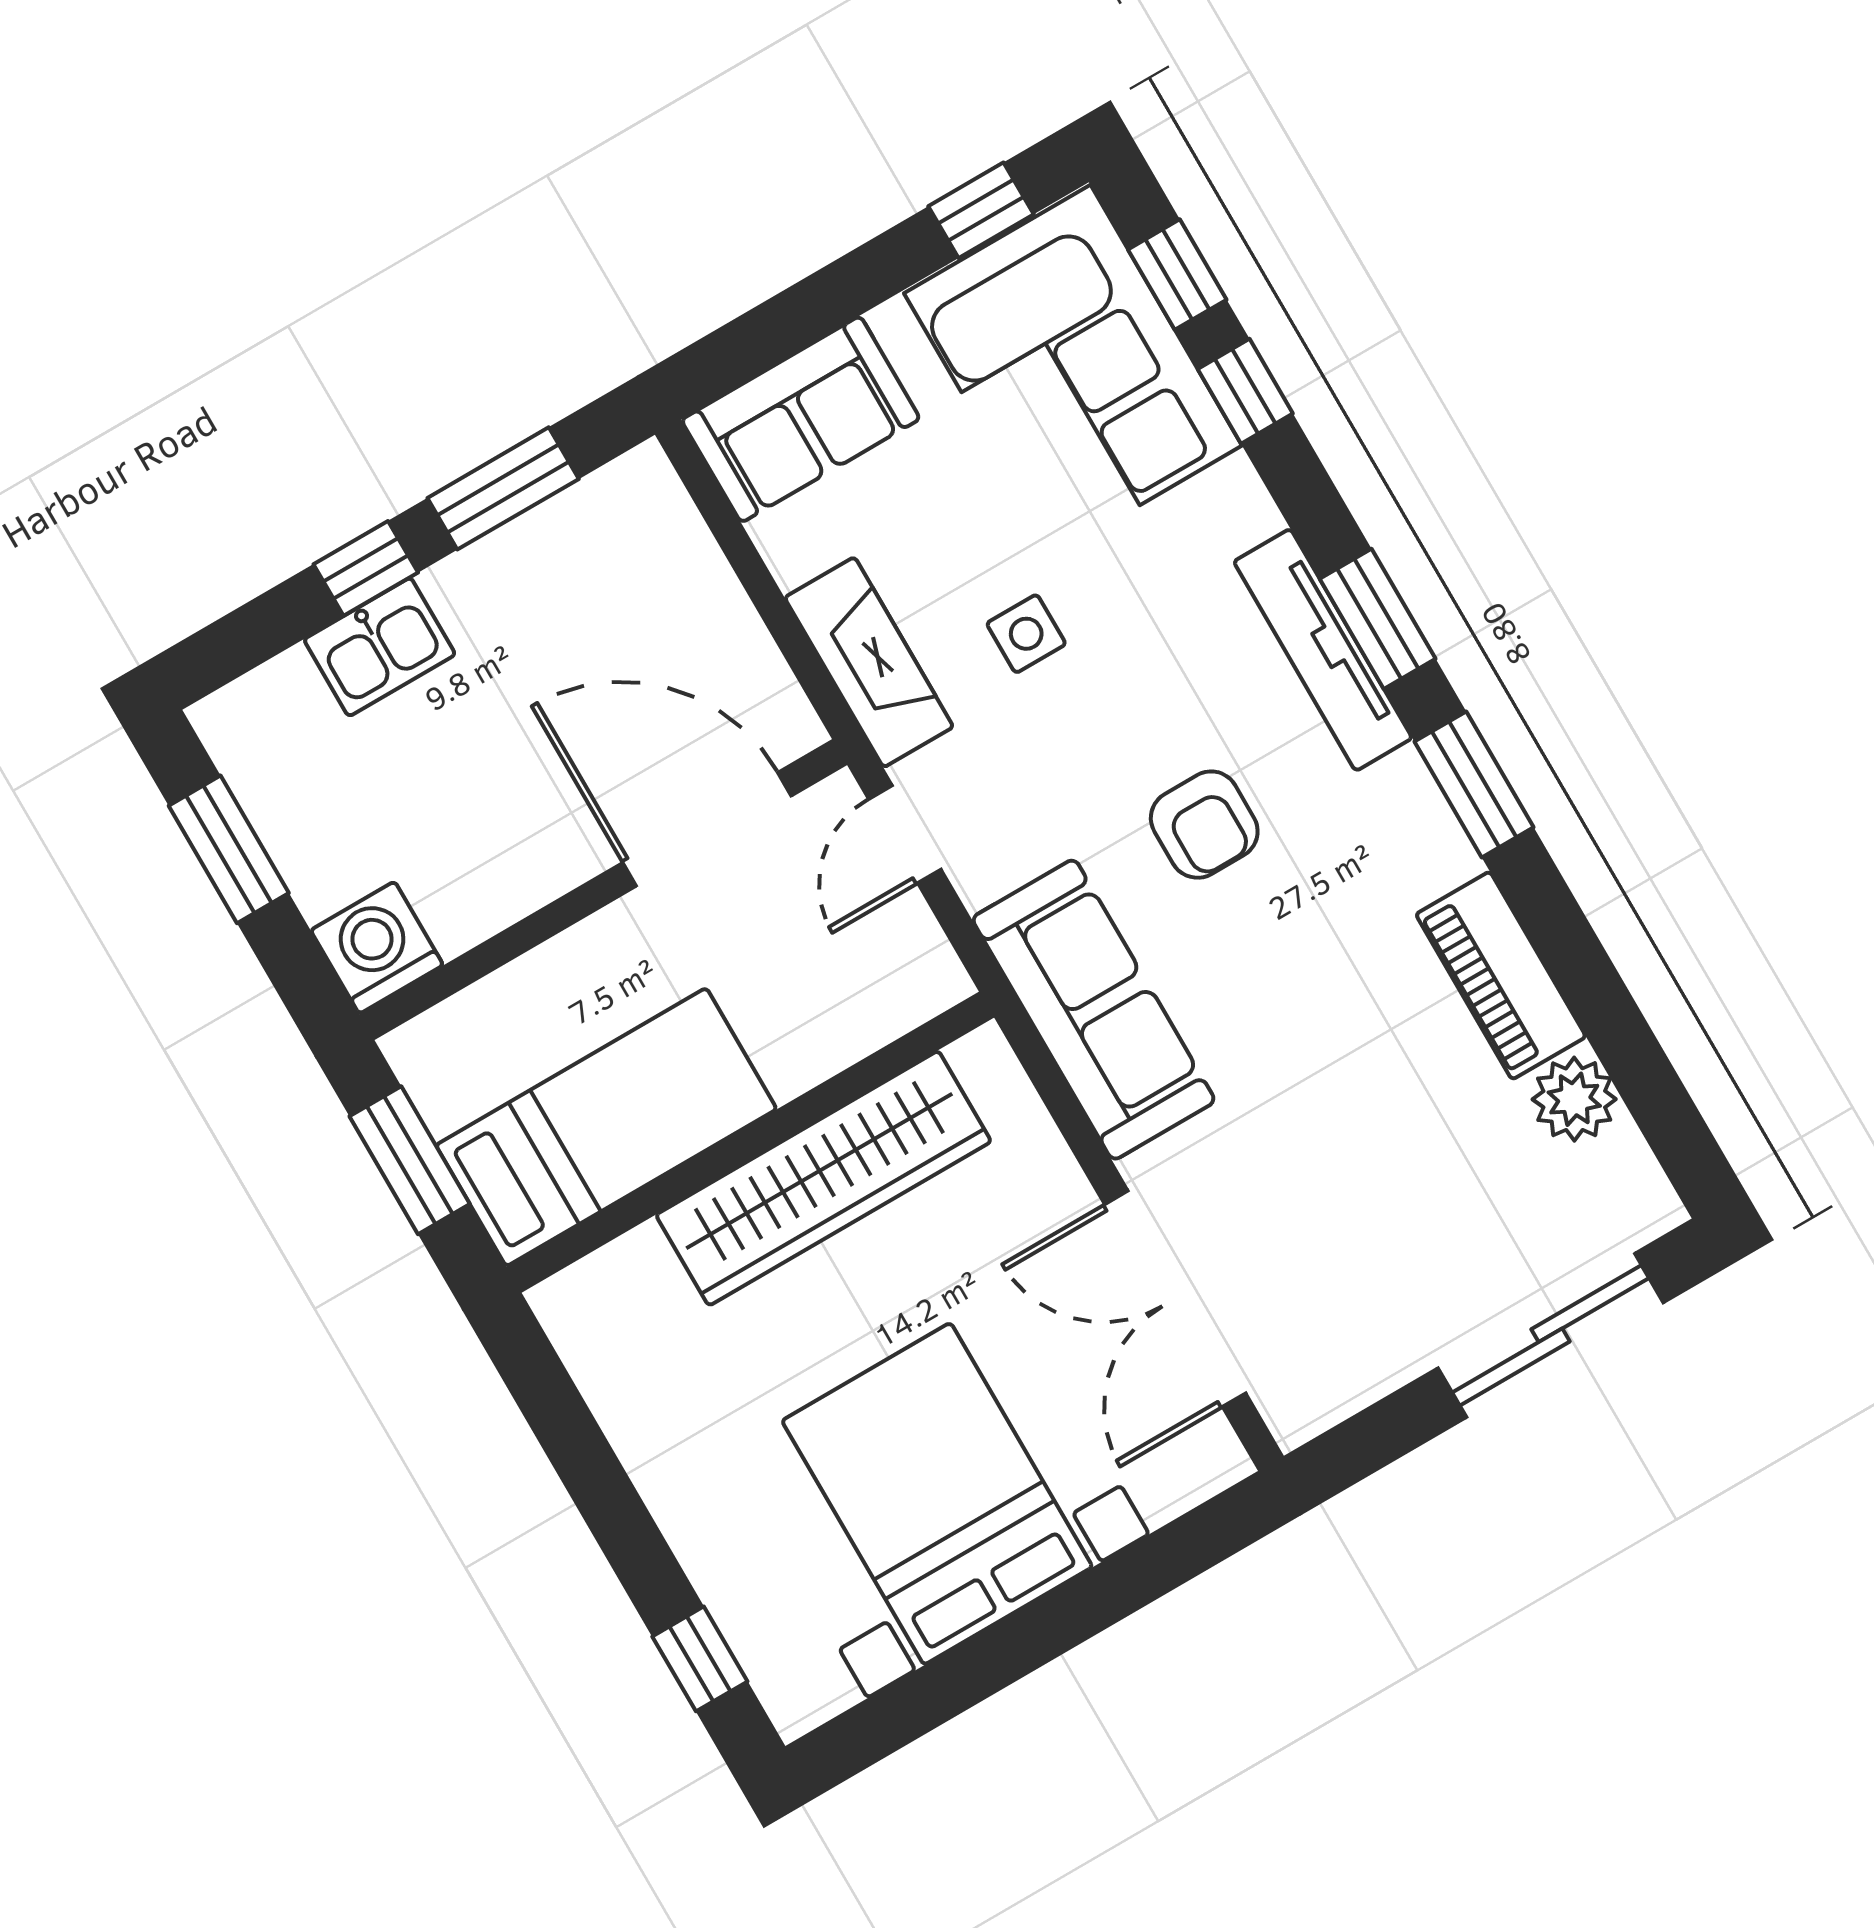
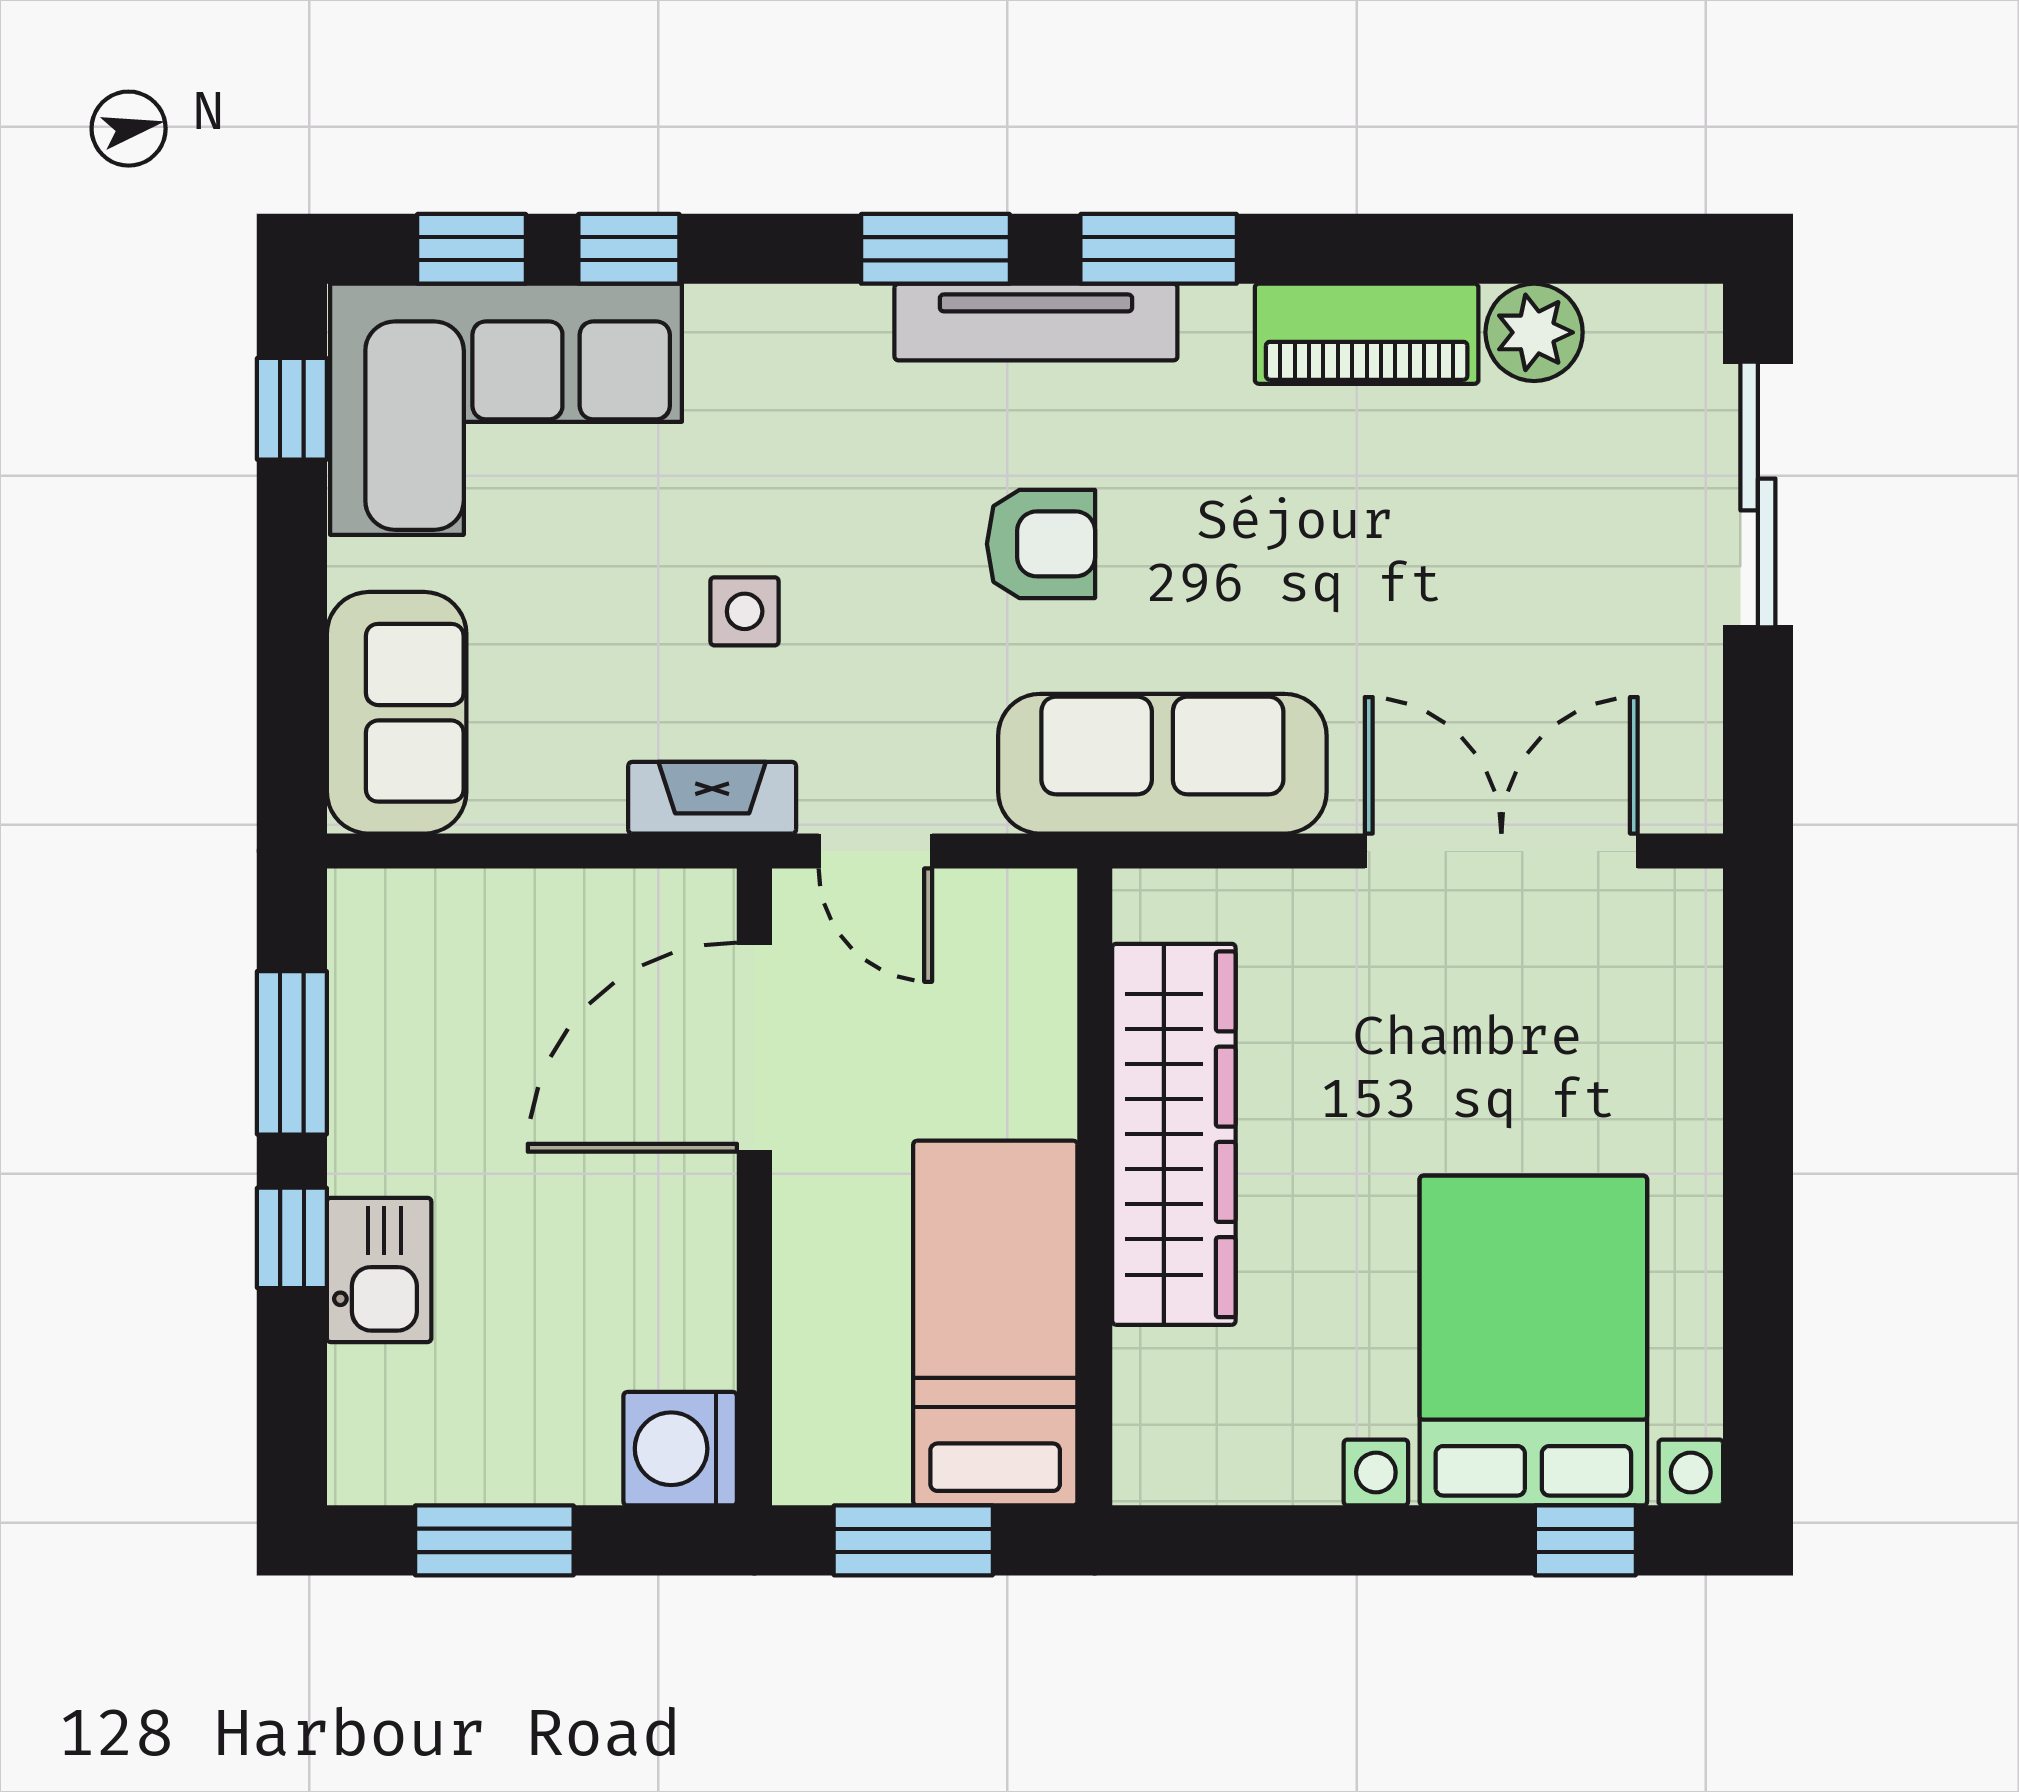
tv unit: (1323, 650) -> (1036, 322), moved
fireplace: (869, 662) -> (712, 798), width x0.73, depth x0.76
double door: (1175, 1299) -> (1501, 851), swing flipped
bed with nightstands: (937, 1494) -> (1533, 1341), moved, turned 90

